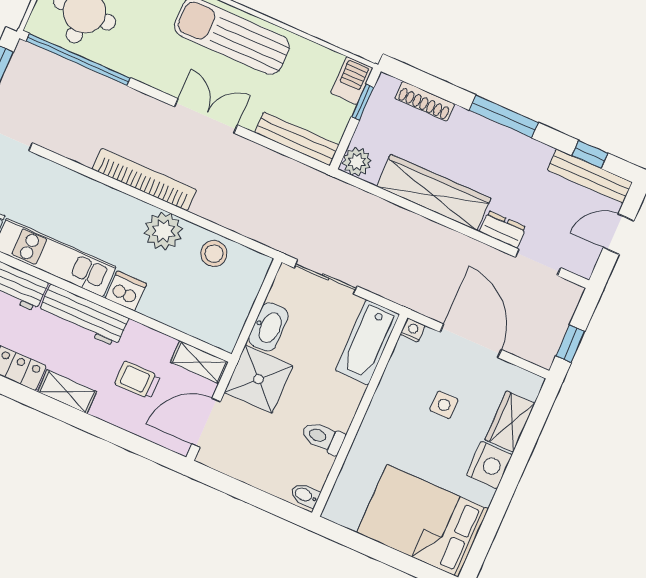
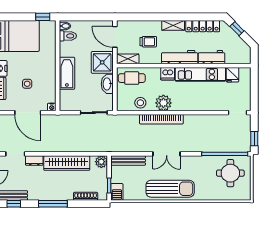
bookcase: (144, 180) -> (161, 119), moved
cafe table: (209, 316) -> (132, 78), added
bathtub: (367, 342) -> (67, 73), moved
door: (206, 423) -> (115, 37), swing flipped
toilet: (323, 438) -> (68, 36), moved
window: (345, 537) -> (43, 17), added

